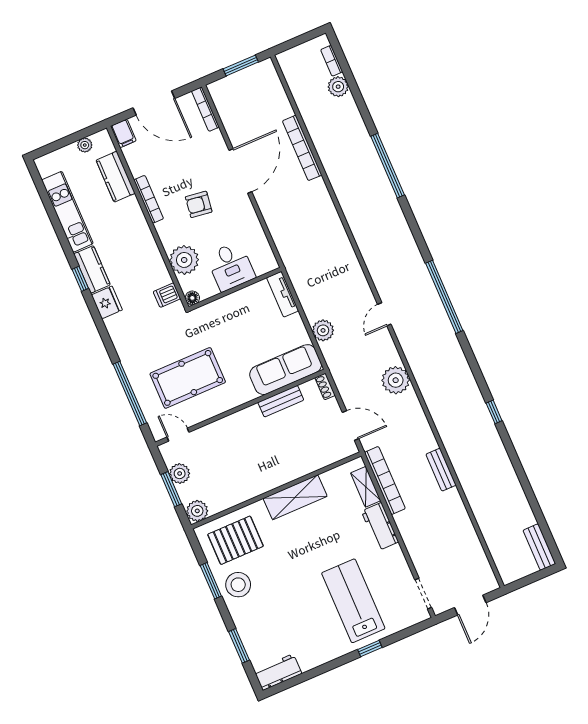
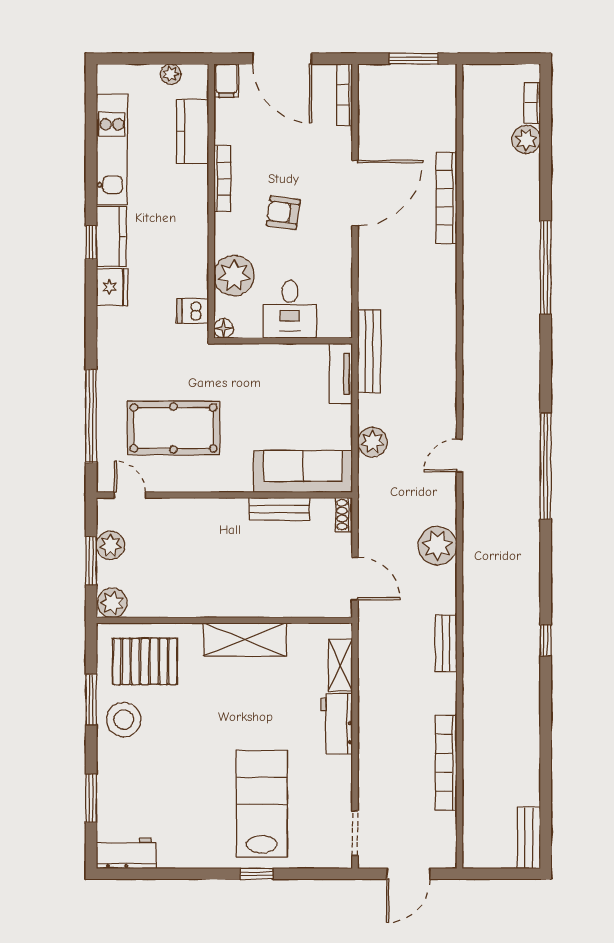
bench: (295, 271) -> (369, 351), added
bench: (441, 470) -> (446, 643), moved
bookcase: (385, 480) -> (446, 763), moved, turned 180

